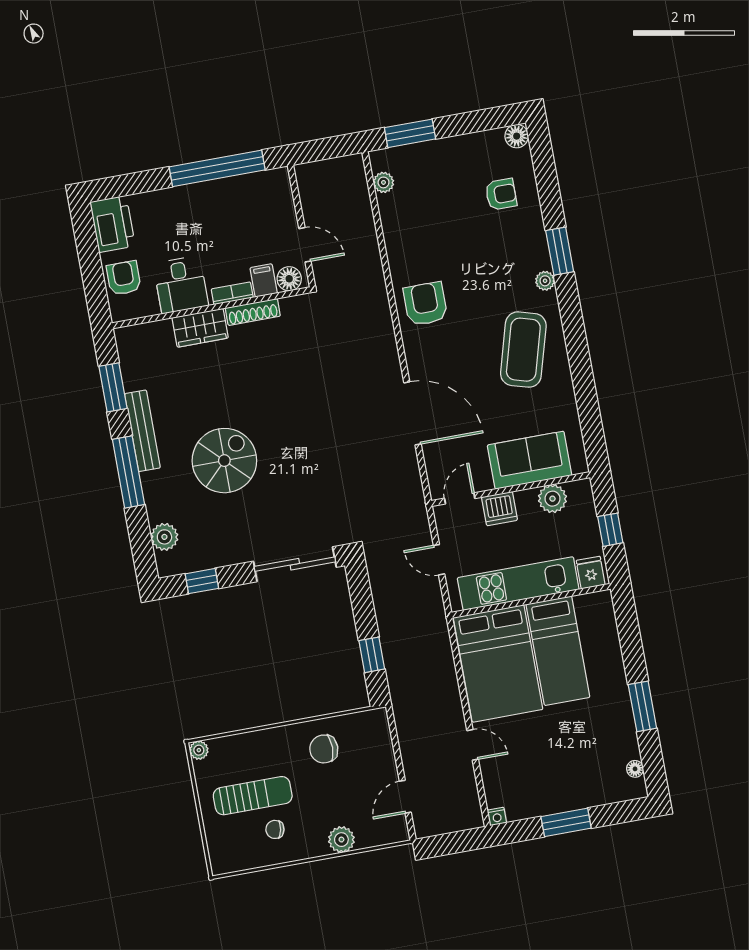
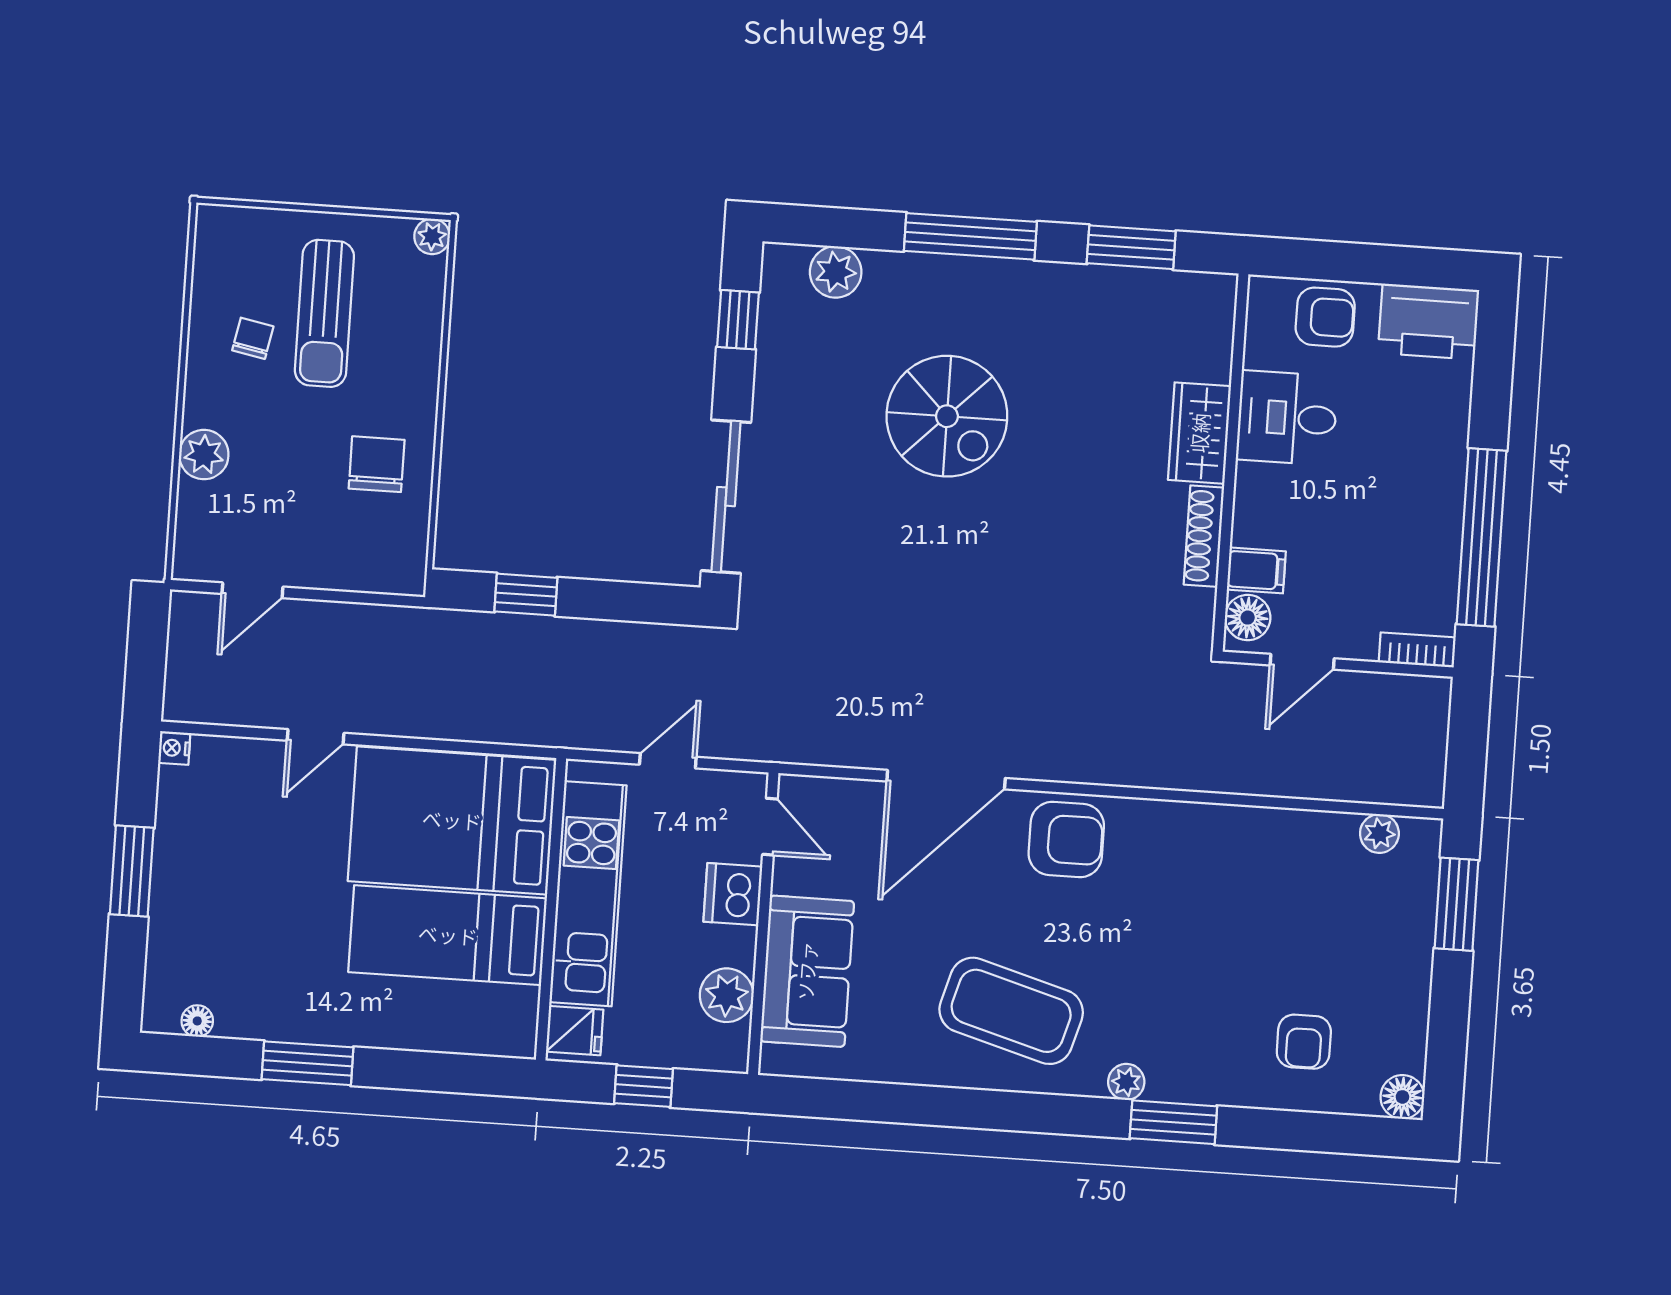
bookcase: (232, 293) -> (1417, 650), moved, turned -90
armchair: (425, 304) -> (1066, 839), moved
bench: (142, 431) -> (1039, 281), removed
door: (405, 797) -> (252, 590), swing flipped

